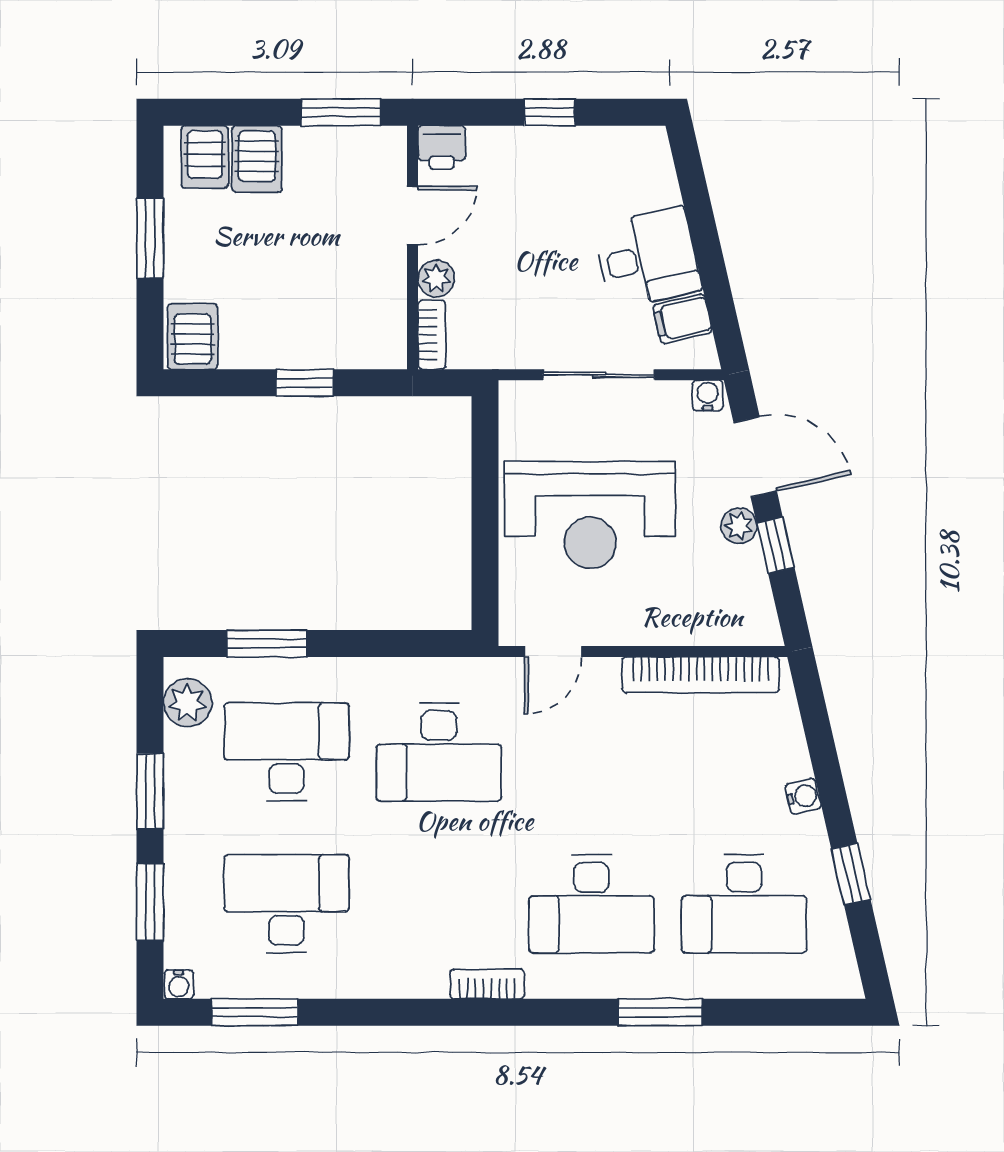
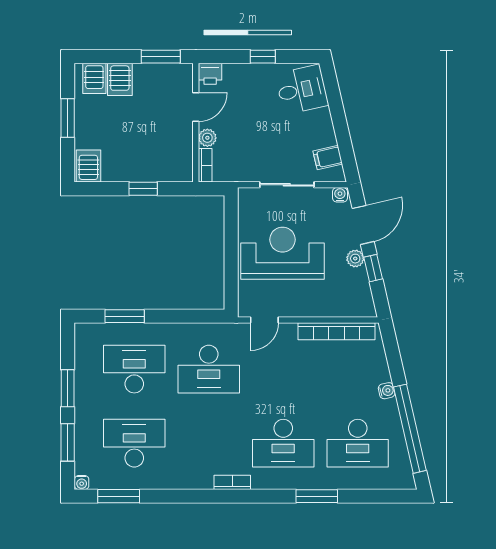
desk: (647, 258) -> (302, 90), moved
door: (755, 457) -> (363, 225), hinge flipped
reception desk: (590, 515) -> (282, 253), turned 180
plant: (188, 703) -> (86, 345), removed
window: (851, 874) -> (410, 429), width x3.17

